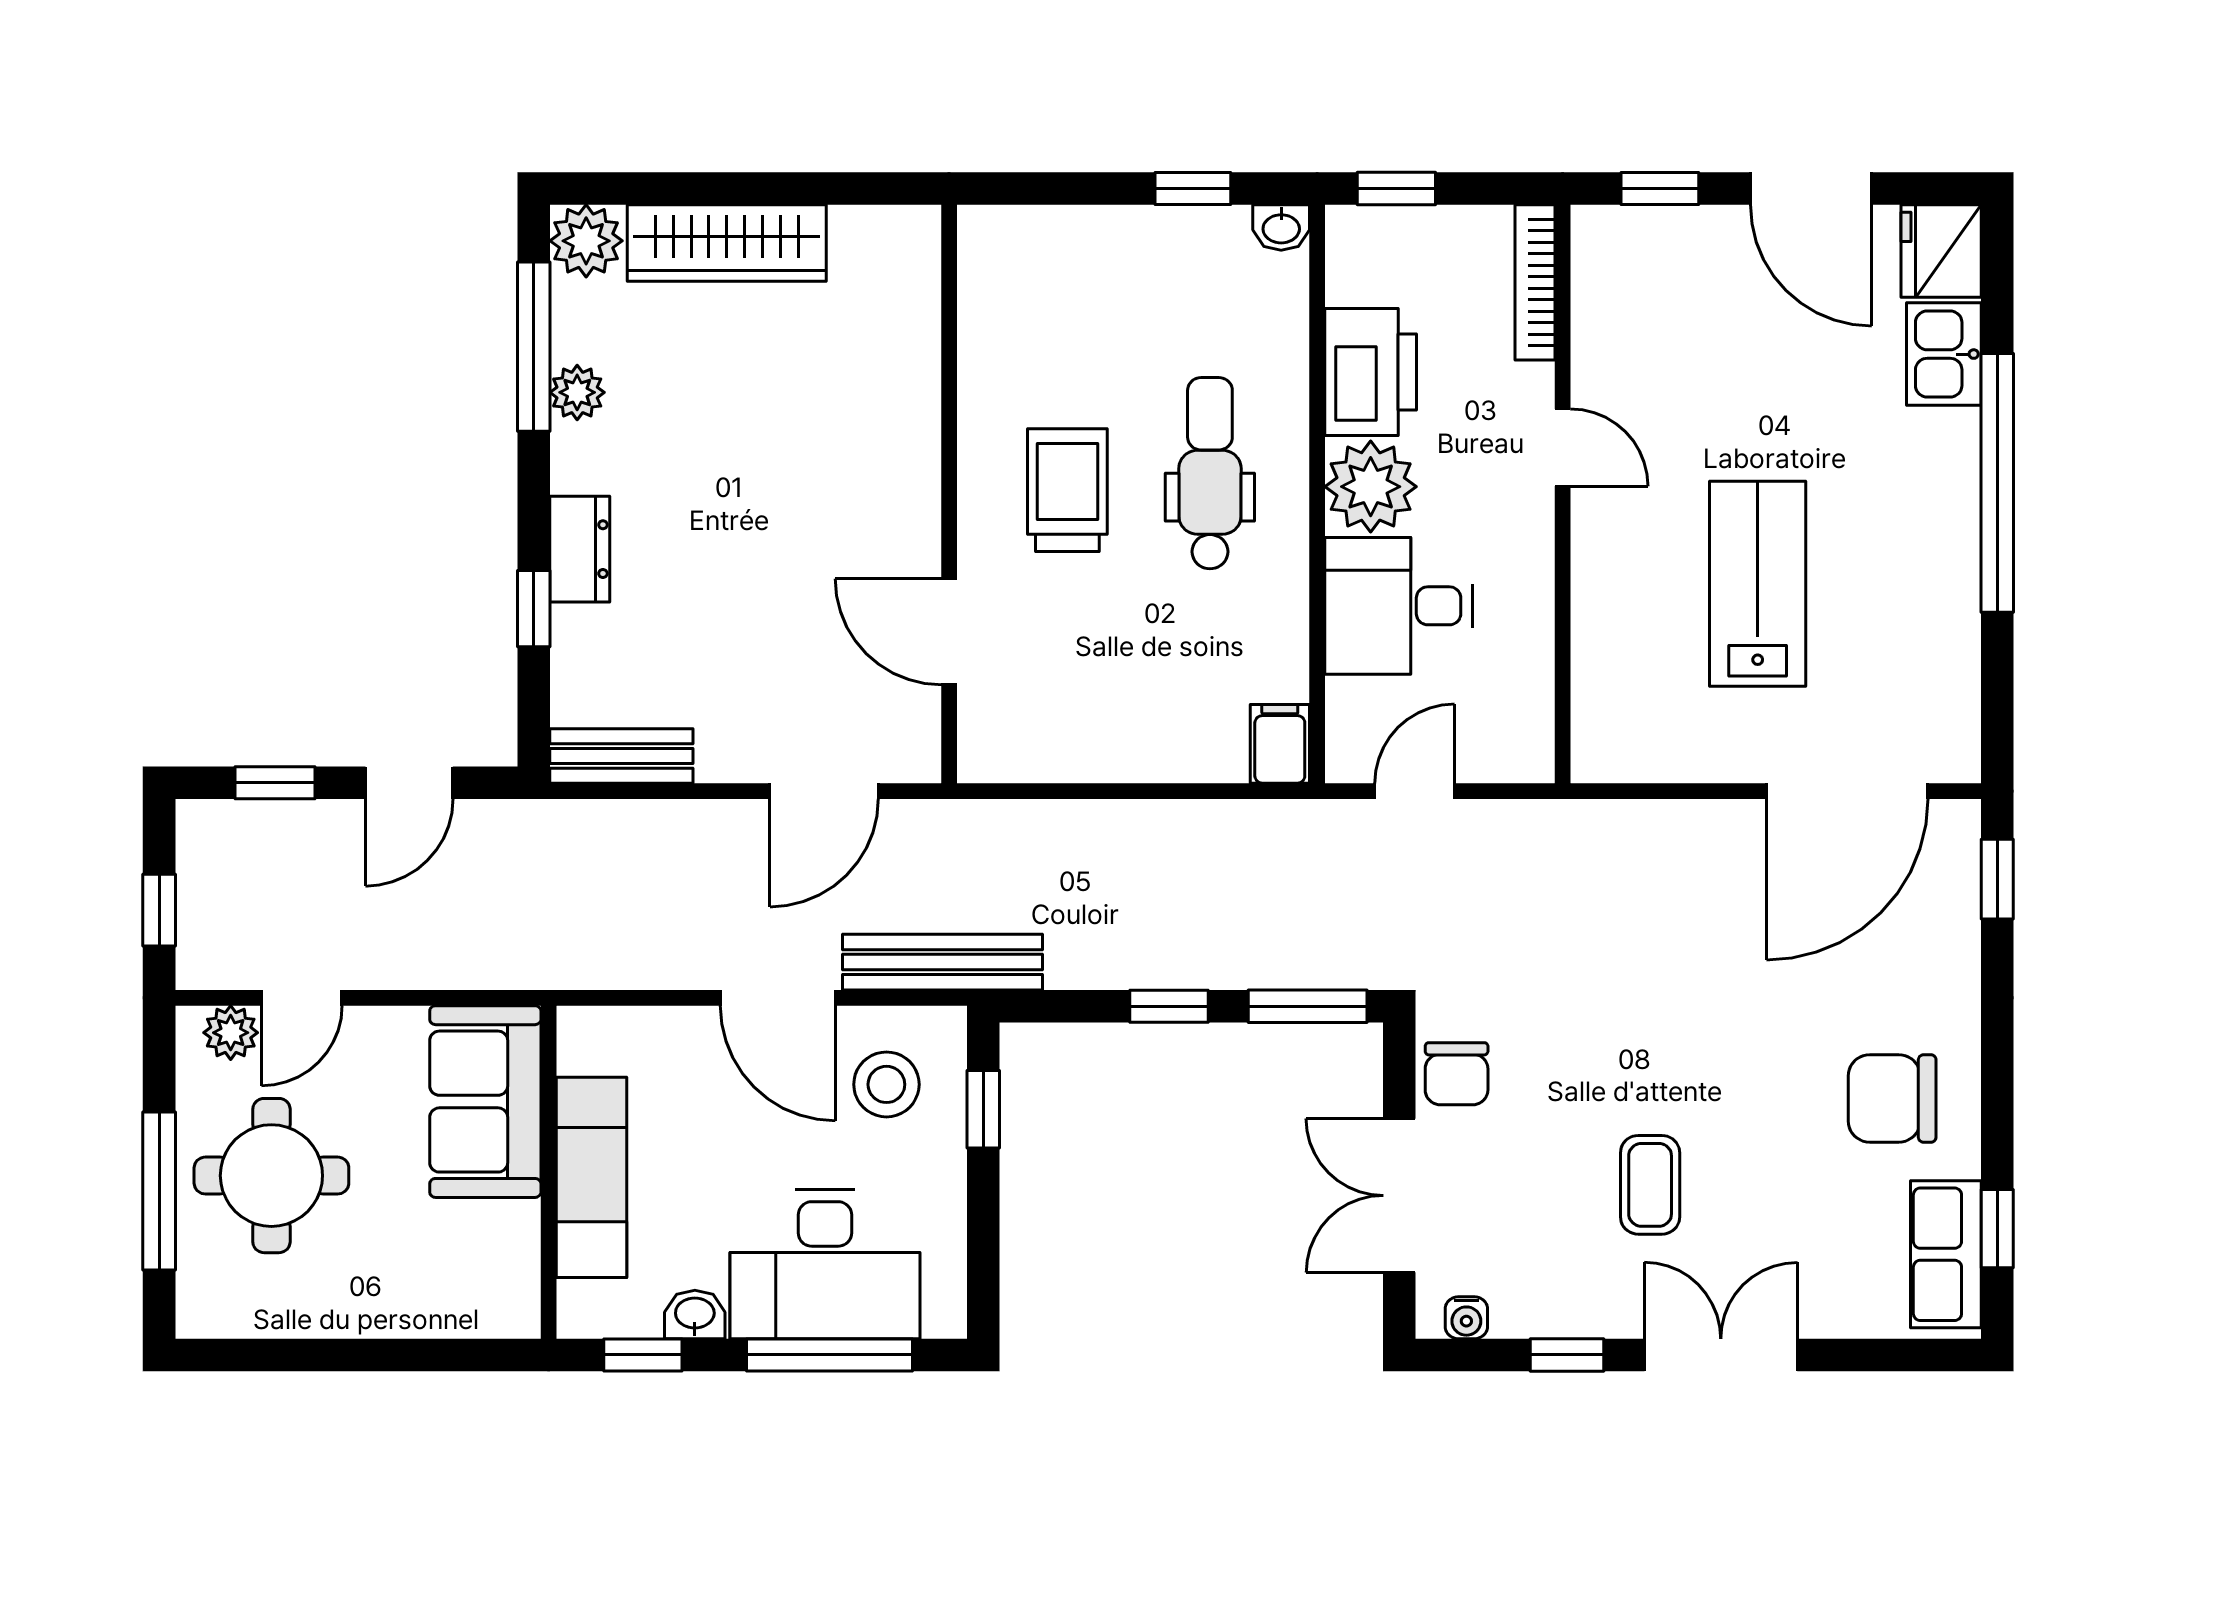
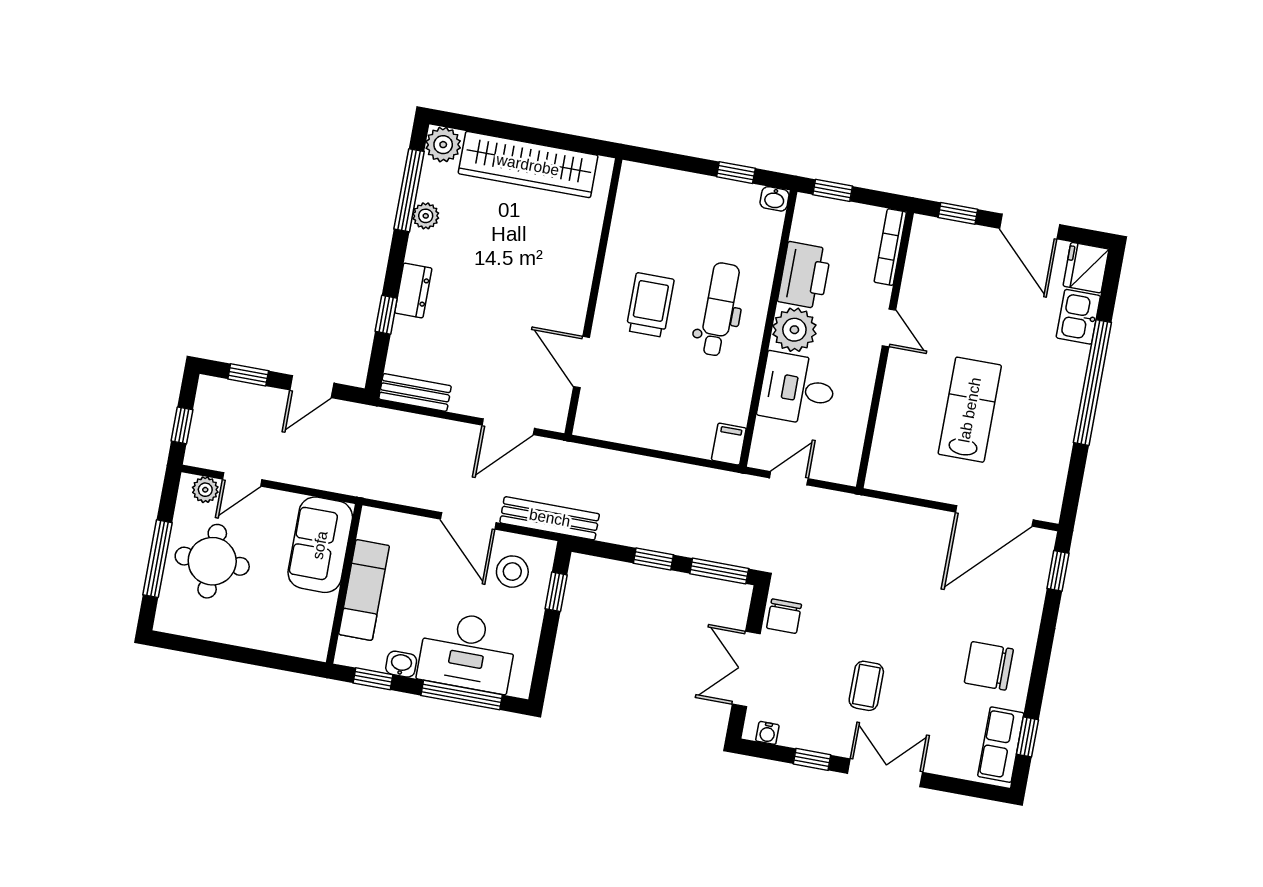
wardrobe: (727, 243) -> (528, 165), width x1.40, depth x1.17

